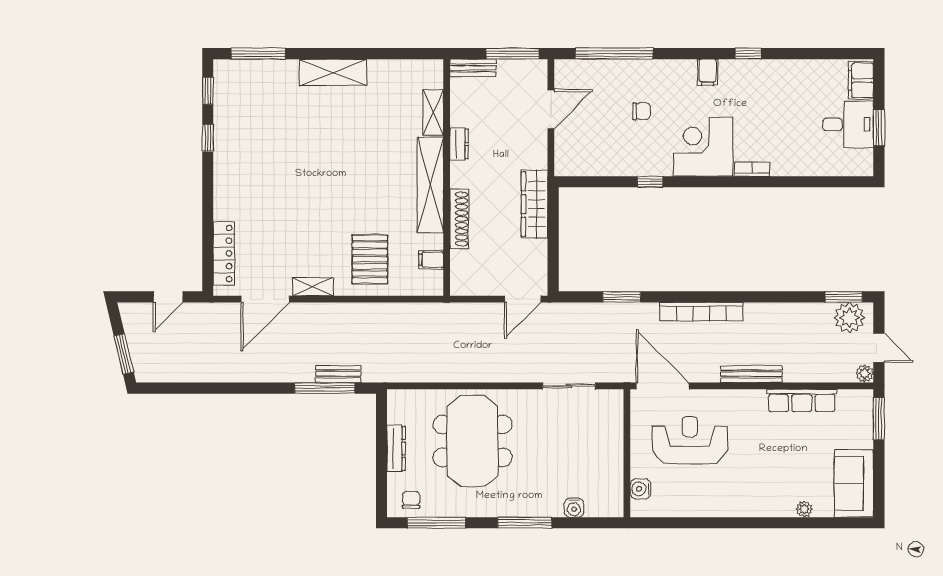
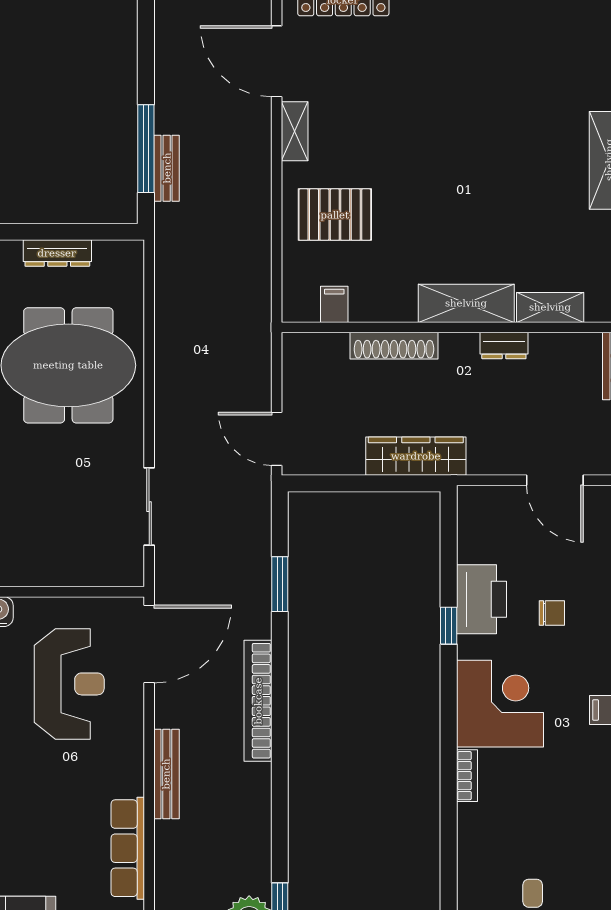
chair: (641, 111) -> (552, 613), turned -90
printer: (632, 159) -> (481, 599), added
shelving: (430, 185) -> (466, 303), width x0.68

